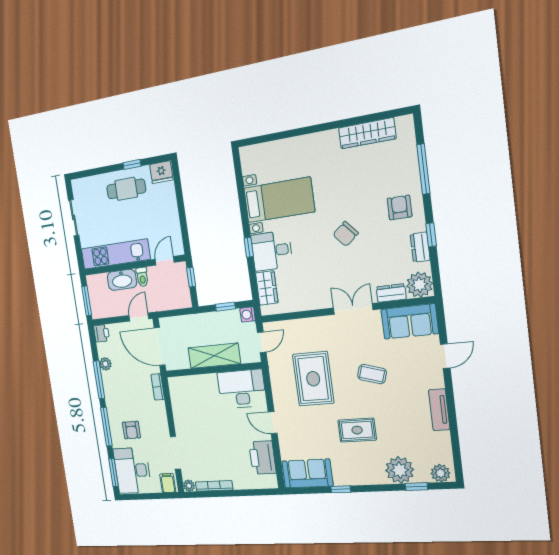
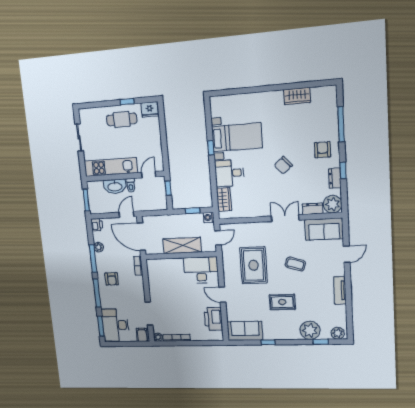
wardrobe: (367, 133) -> (297, 96), width x0.67
window: (249, 247) -> (211, 148), moved
armchair: (131, 430) -> (112, 279), moved

